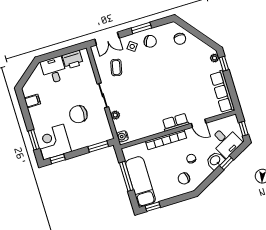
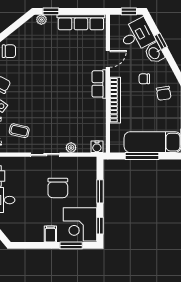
filing cabinet: (32, 101) -> (50, 234), moved
window: (98, 147) -> (100, 191), moved

